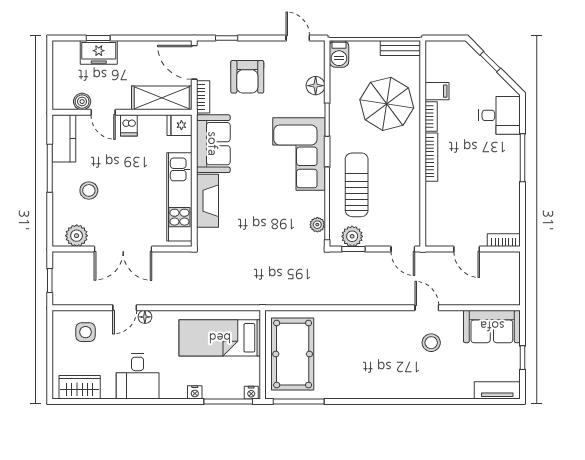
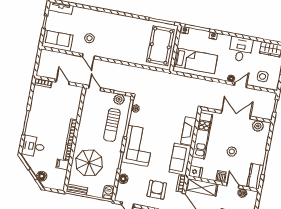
floor lamp: (473, 61) -> (42, 176), added
stool: (89, 190) -> (232, 152), moved

